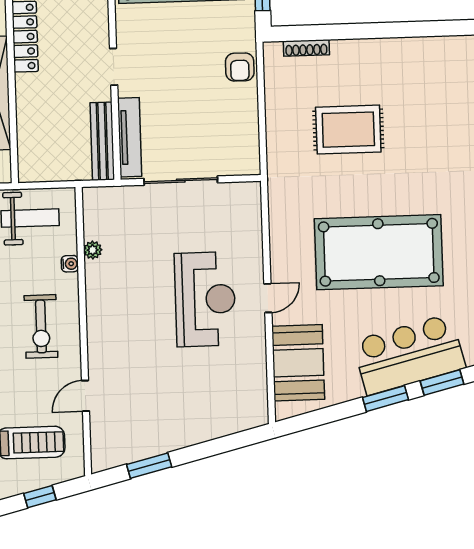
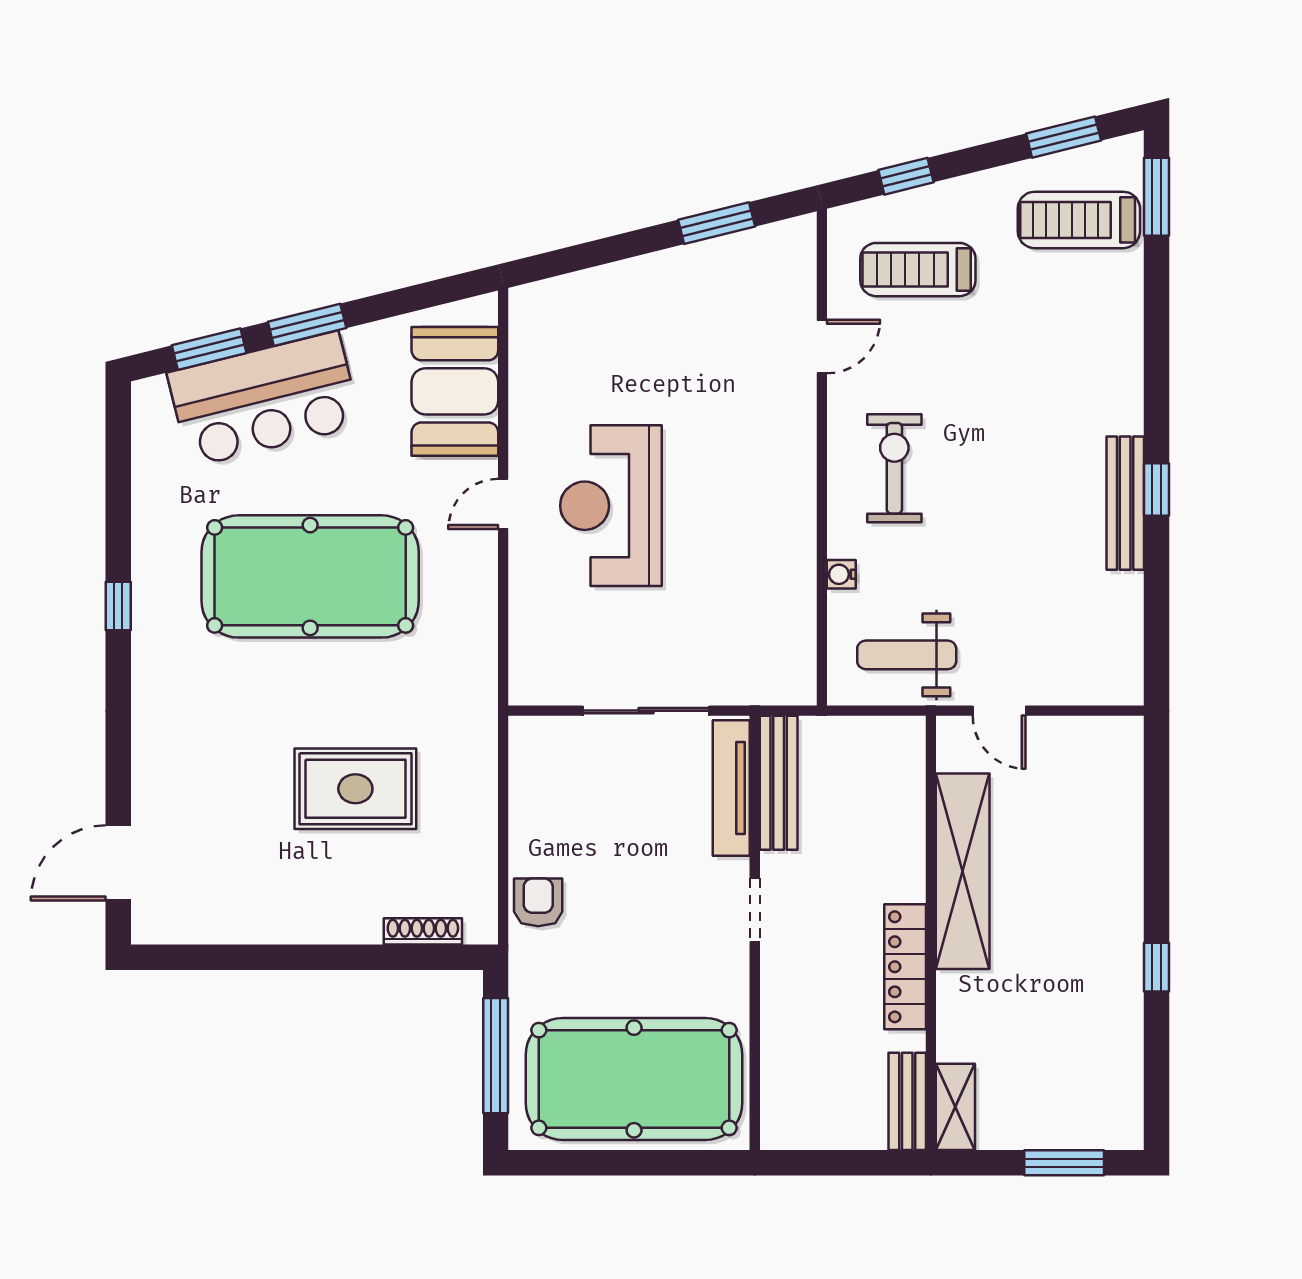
plant: (93, 250) -> (801, 597), removed

